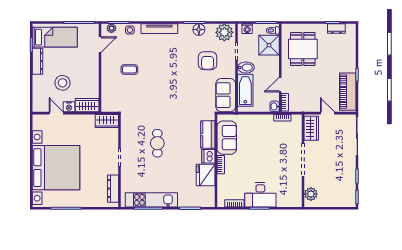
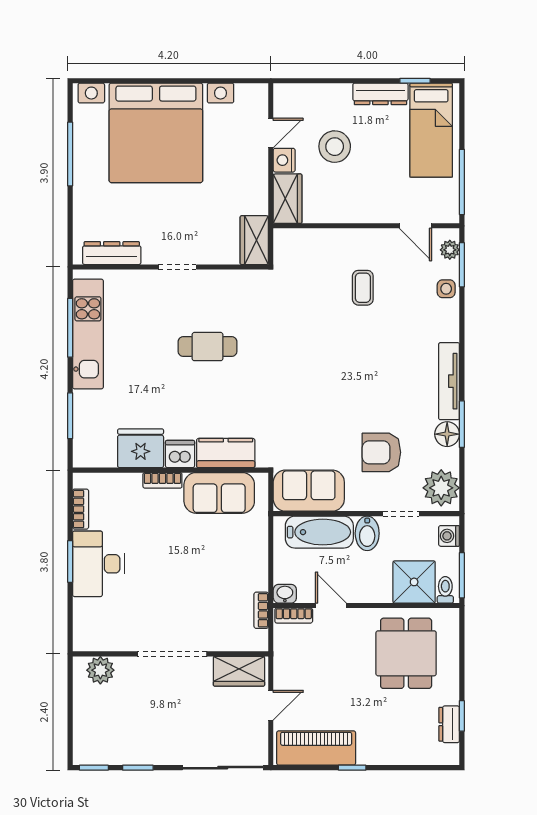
tv unit: (159, 29) -> (449, 381), moved
dining table: (303, 49) -> (406, 653), turned 90

